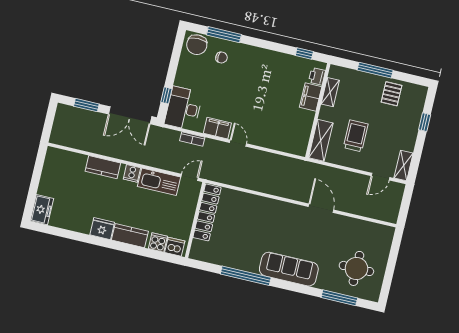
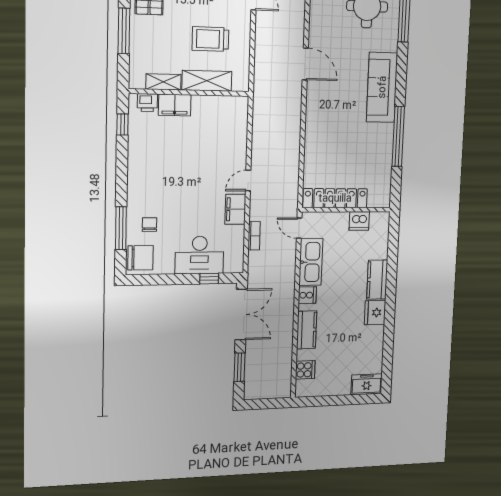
desk: (184, 108) -> (200, 255), moved
shelving: (321, 140) -> (207, 81), moved
door: (321, 208) -> (305, 64), swing flipped
cooker: (158, 242) -> (305, 370), moved, turned 180
dishwasher: (175, 247) -> (359, 221), moved, turned -90

